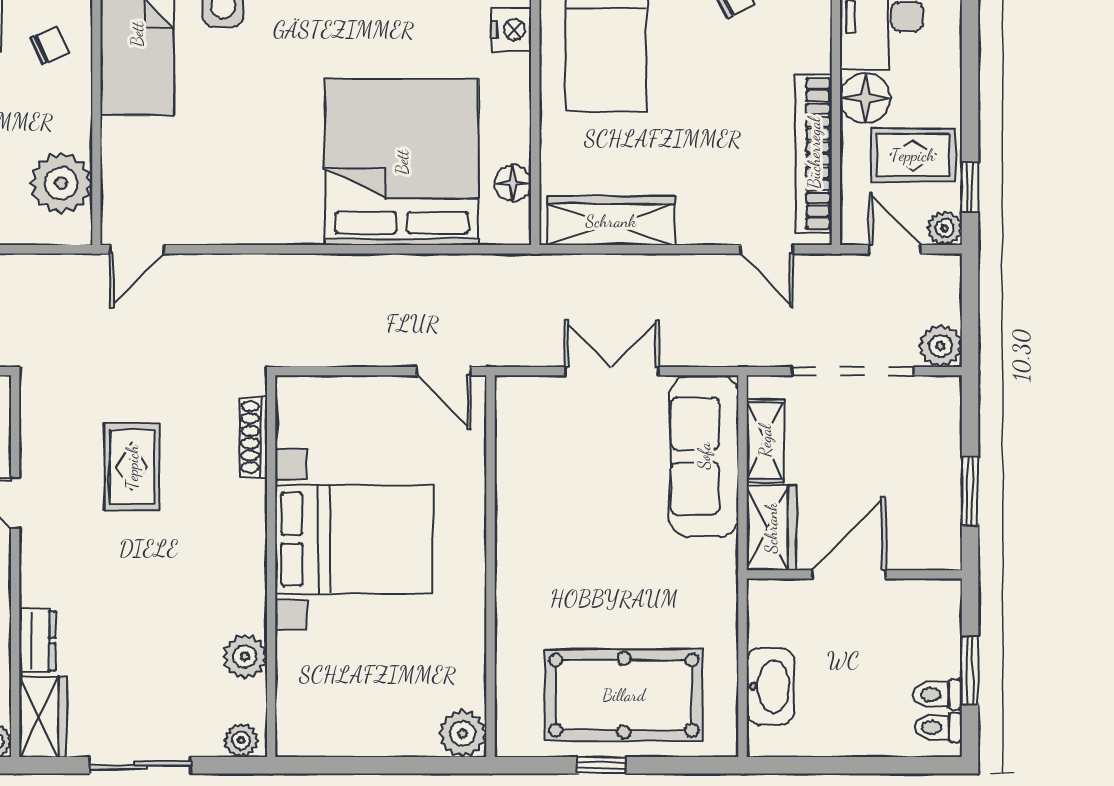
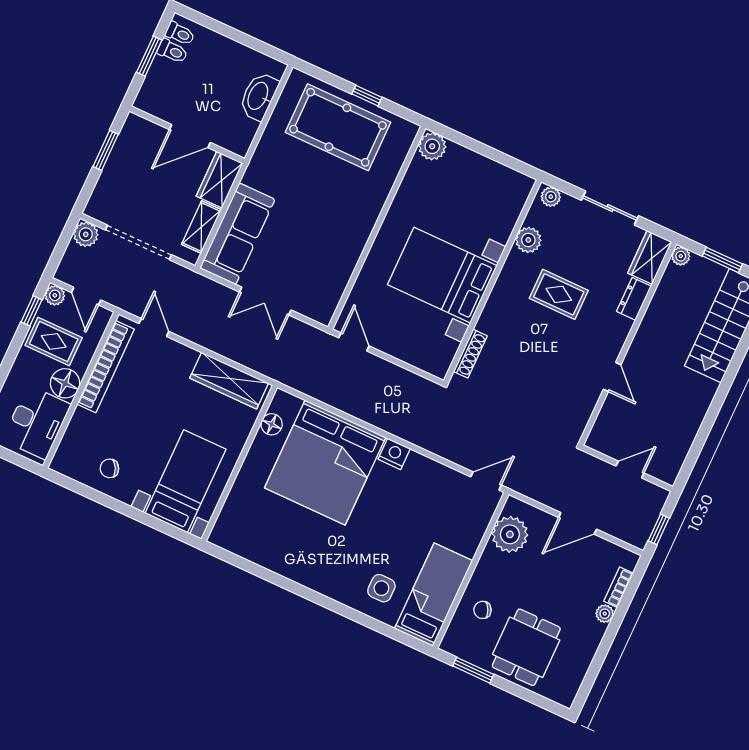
nightstand: (511, 30) -> (394, 454), moved, turned 90
rug: (132, 467) -> (559, 294), moved, turned 90

